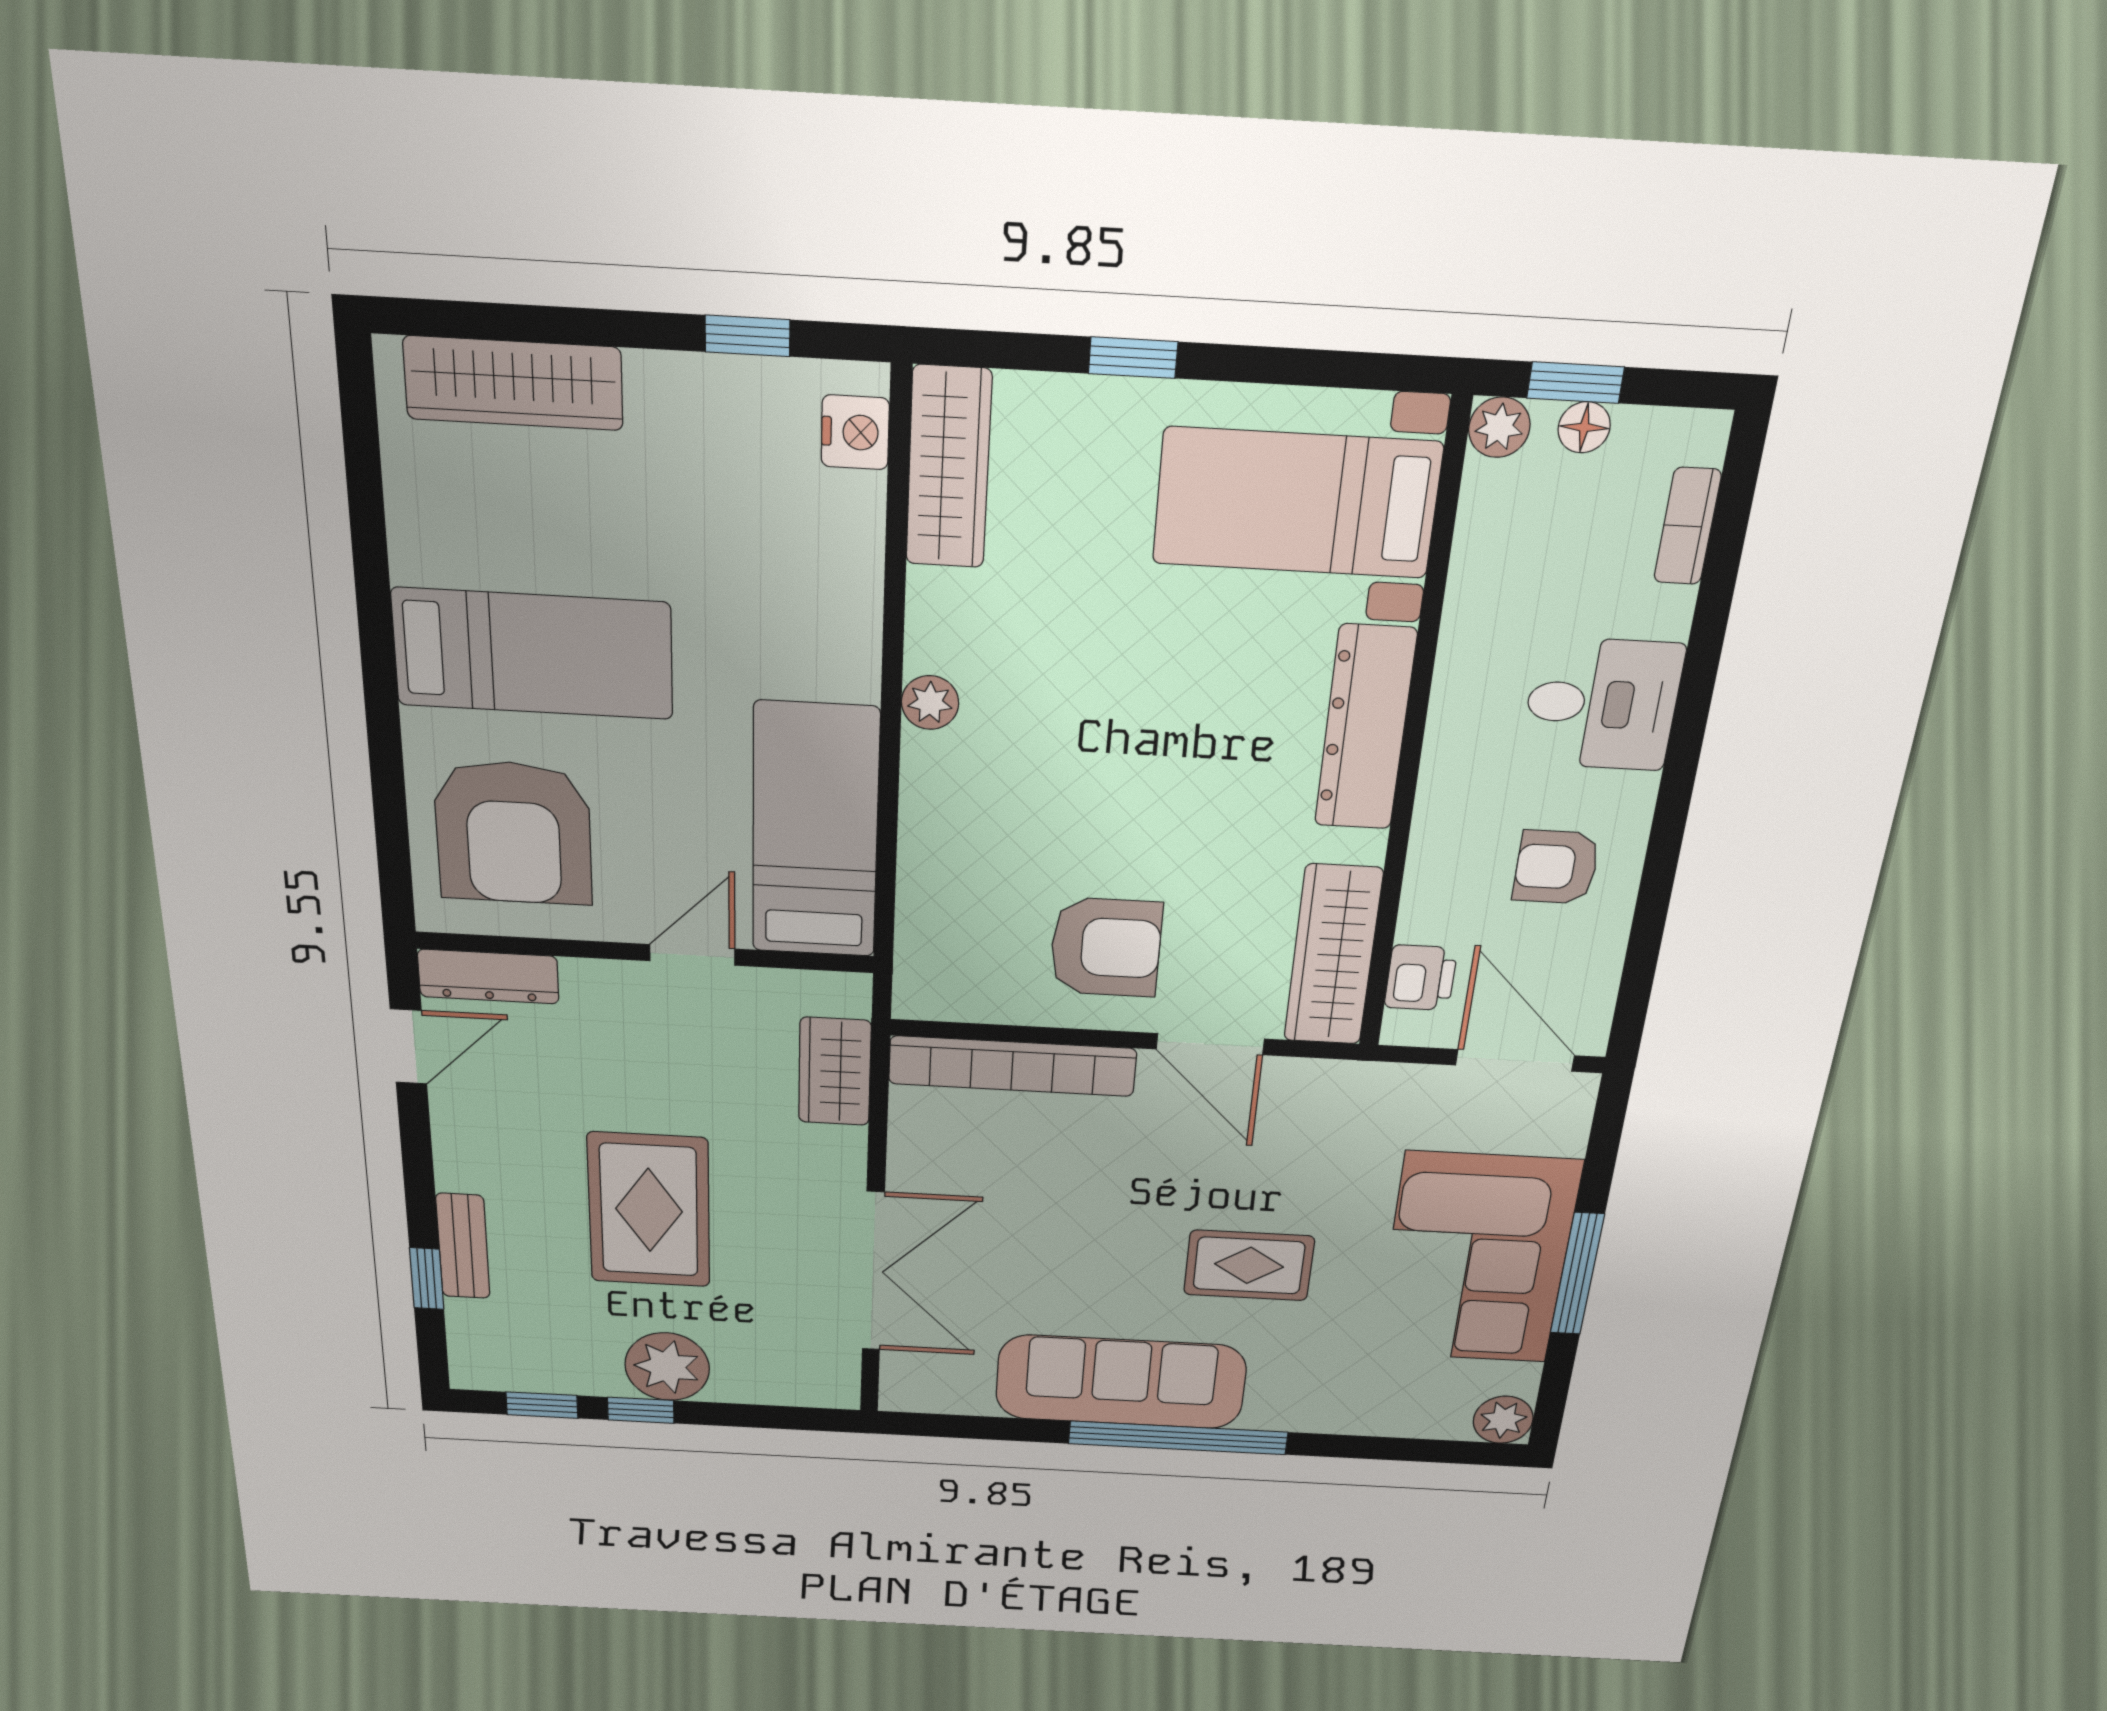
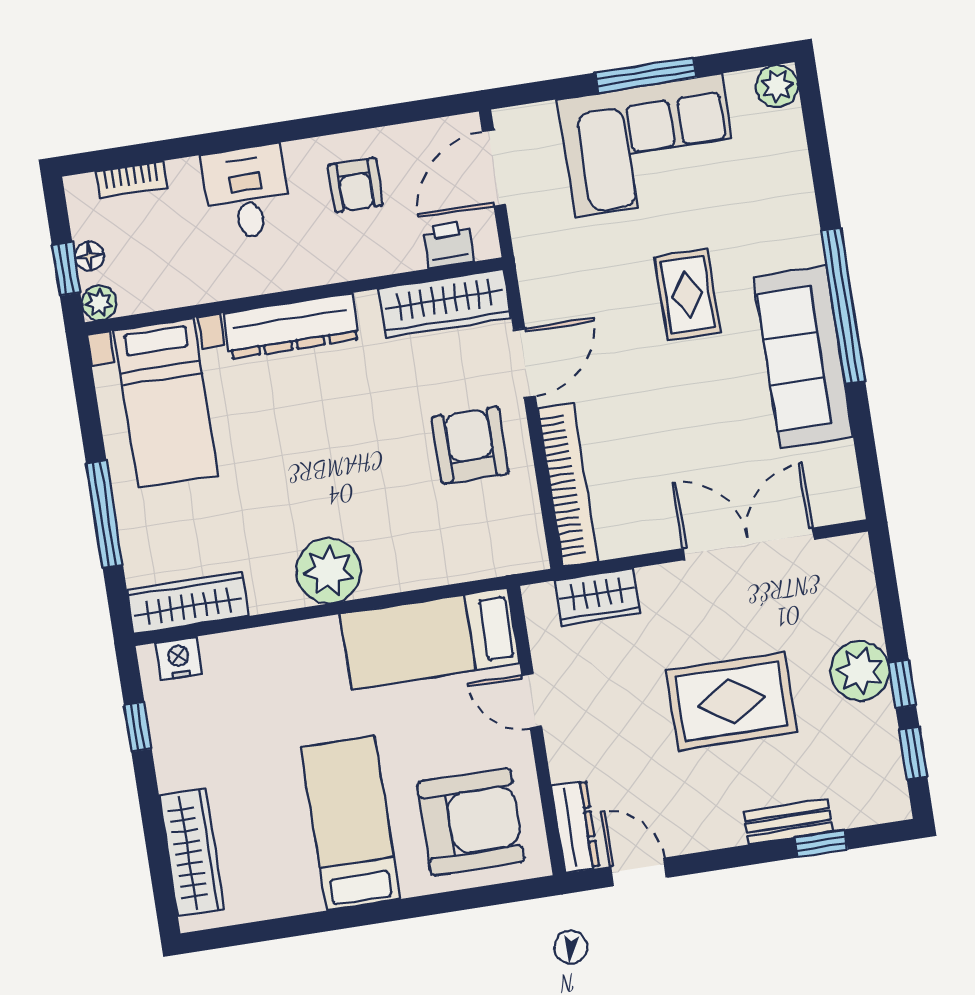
window: (1133, 358) -> (105, 514), width x2.17
plant: (930, 703) -> (329, 571), width x1.87, depth x1.87

